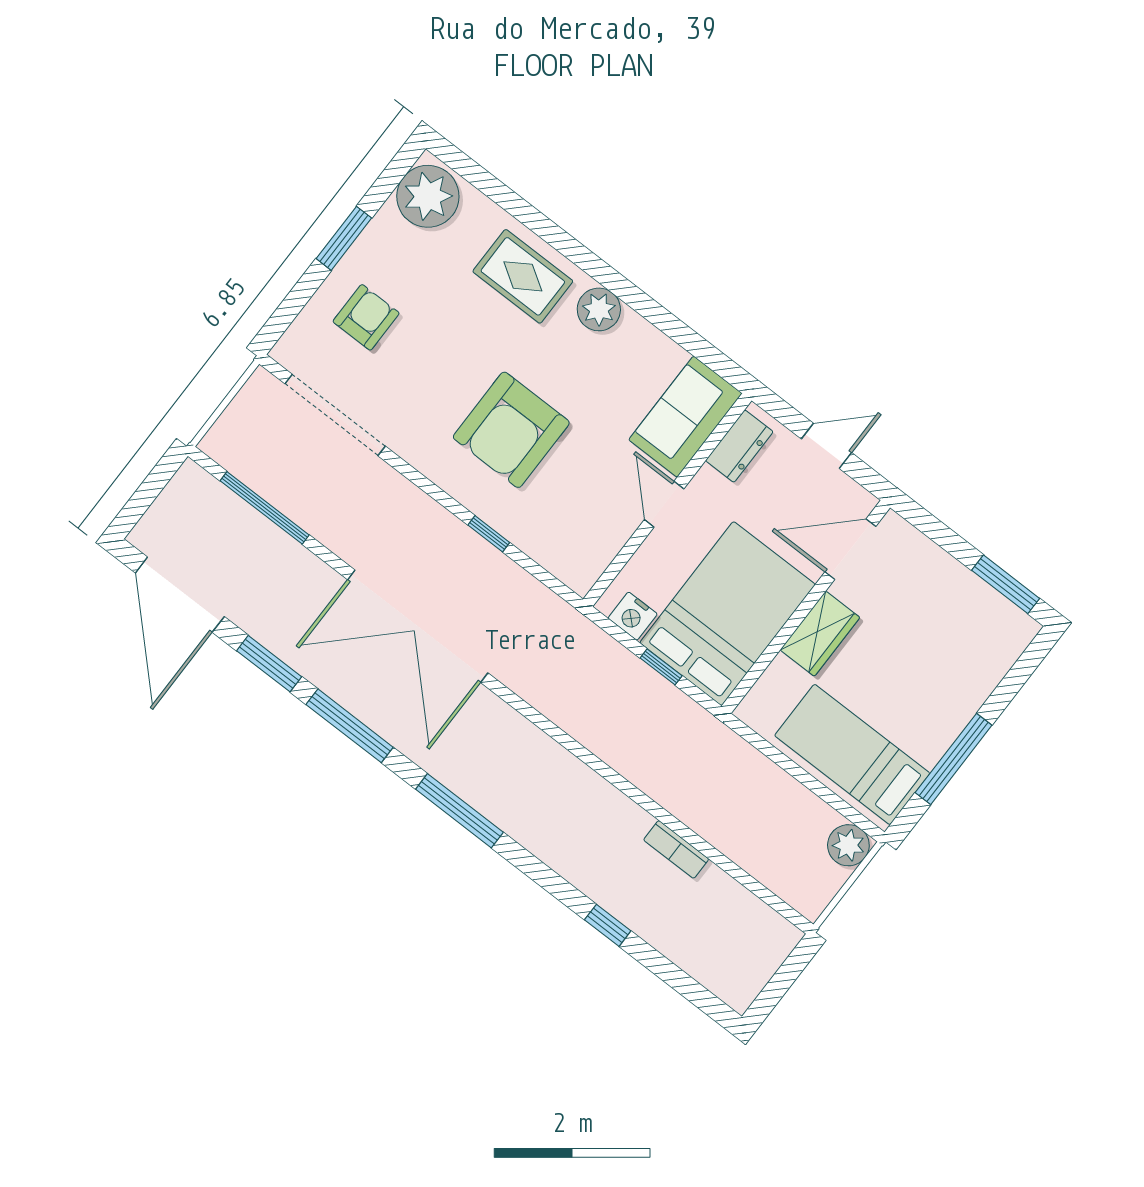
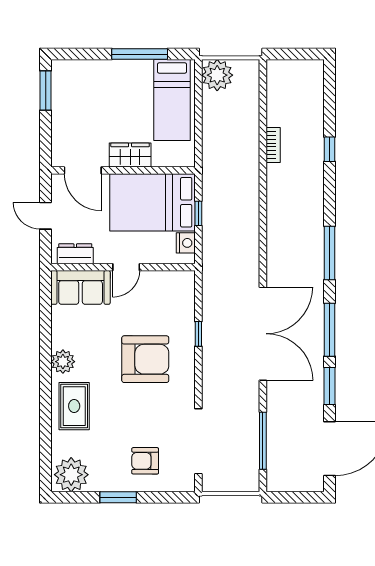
plant: (848, 845) -> (217, 75), width x1.36, depth x1.36

